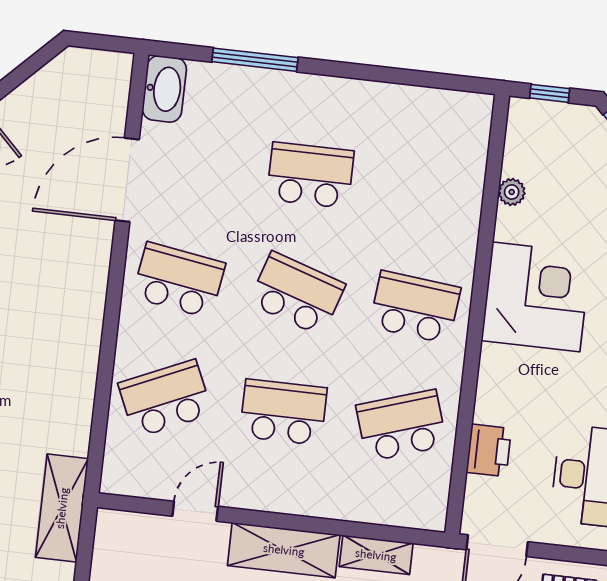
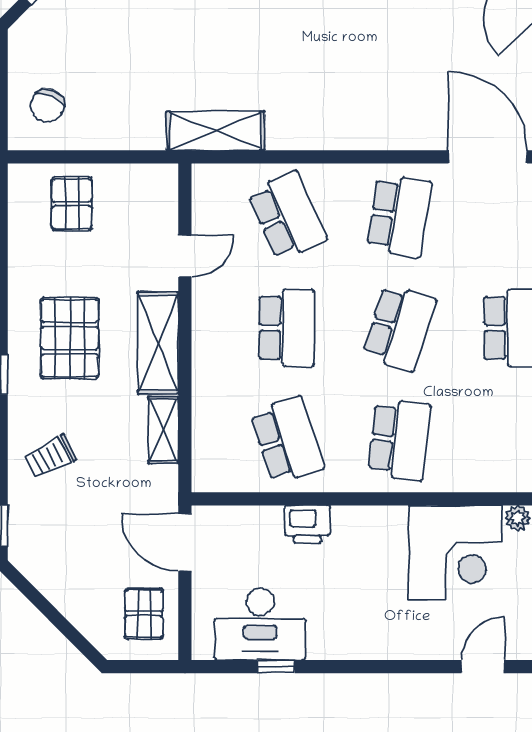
corner desk: (536, 297) -> (455, 552), moved
printer: (489, 450) -> (307, 524), moved
shelving: (62, 508) -> (215, 131), moved
door: (195, 511) -> (185, 256), hinge flipped

